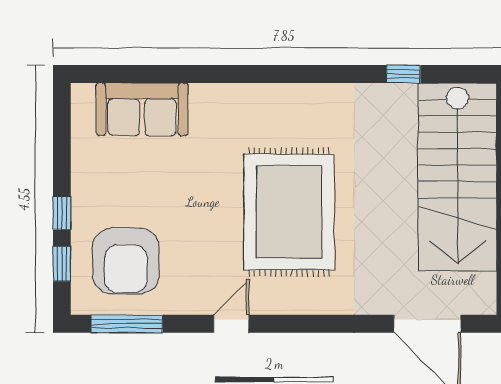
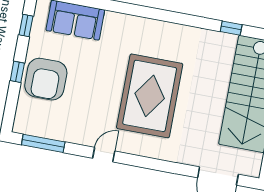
armchair: (126, 261) -> (46, 79), moved
window: (62, 264) -> (26, 26), moved

